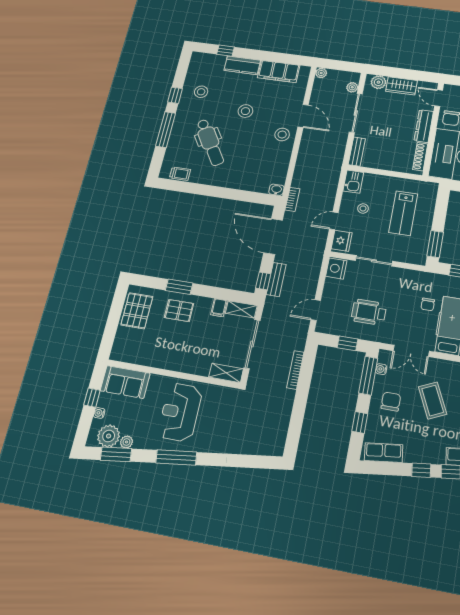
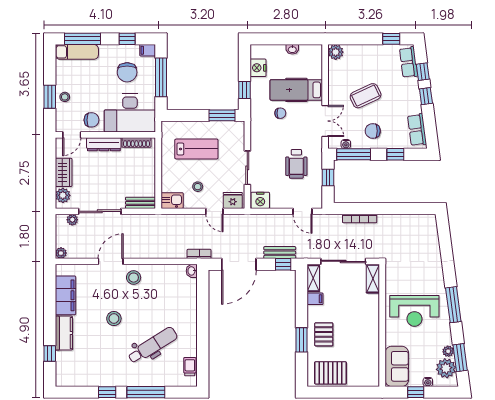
stool: (201, 92) -> (99, 367), removed

